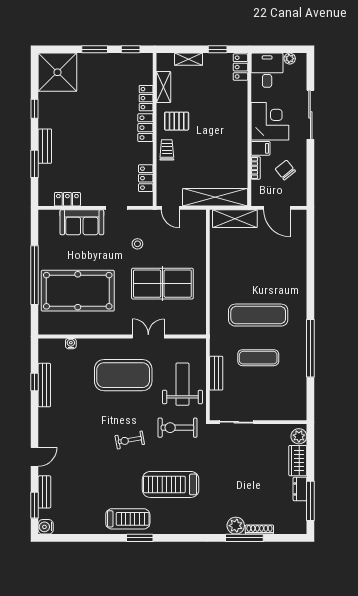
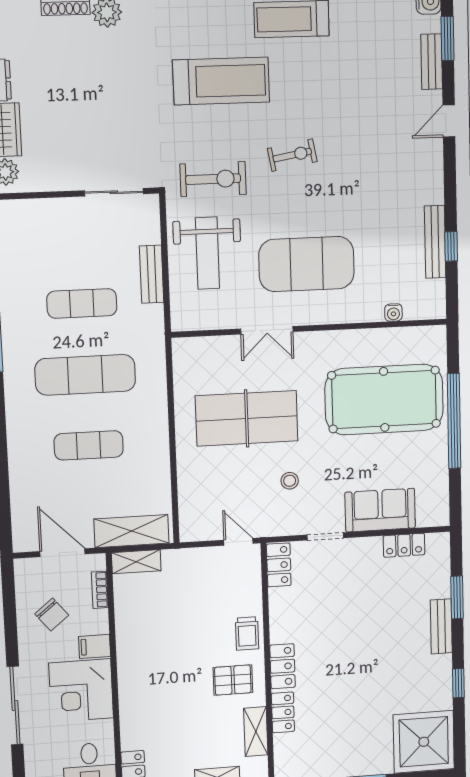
bookcase: (256, 168) -> (100, 590), moved
locker: (146, 178) -> (279, 565), moved
shelving: (215, 197) -> (136, 562), width x0.45, depth x0.75
exercise mat: (258, 272) -> (89, 445), added

